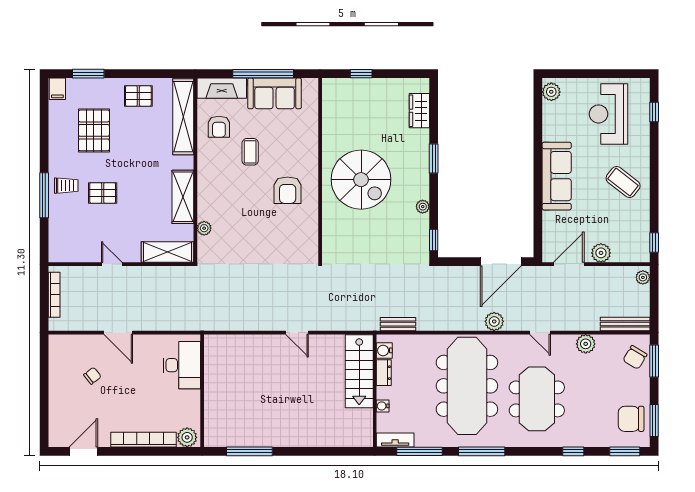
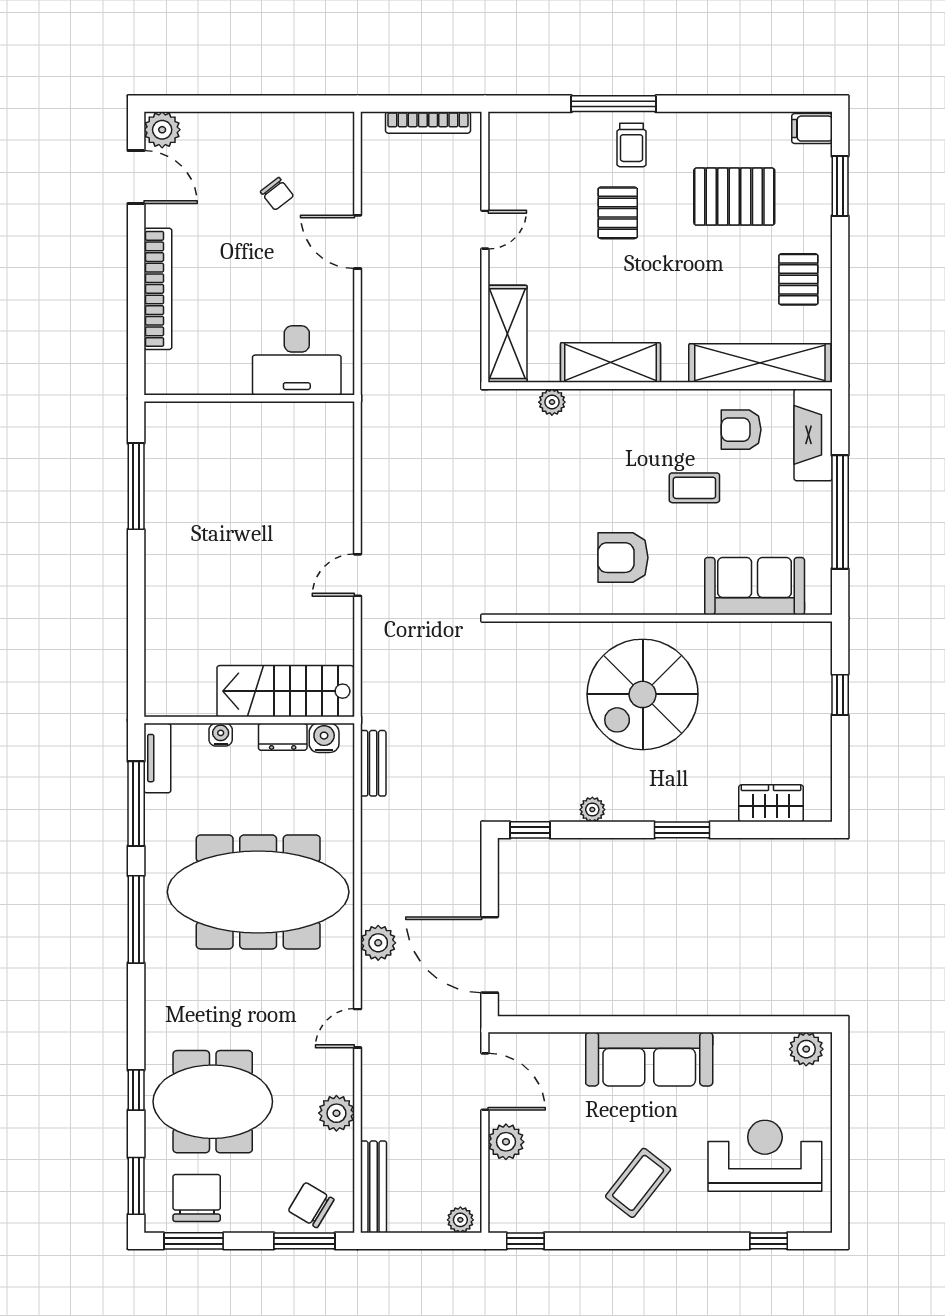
sofa: (275, 93) -> (755, 586), moved, turned 90
door: (118, 333) -> (357, 242), hinge flipped
meeting table: (537, 399) -> (213, 1102), moved
plant: (187, 437) -> (162, 130), moved

